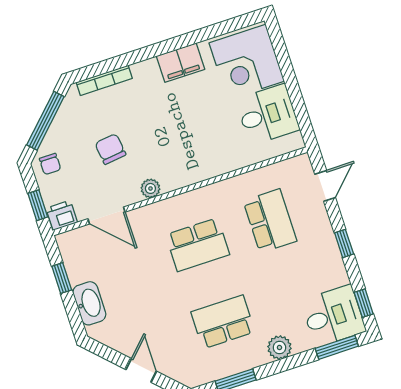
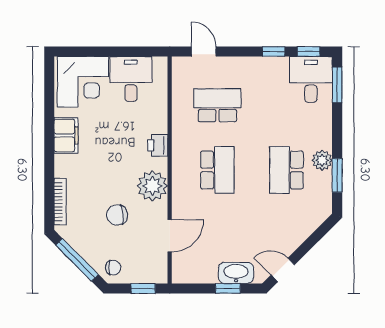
plant: (150, 188) -> (152, 186), width x1.88, depth x1.88
printer: (62, 215) -> (158, 145), moved
window: (344, 243) -> (274, 51), moved
window: (62, 278) -> (228, 288), moved
plant: (279, 348) -> (322, 160), moved
door: (141, 370) -> (283, 270), moved

